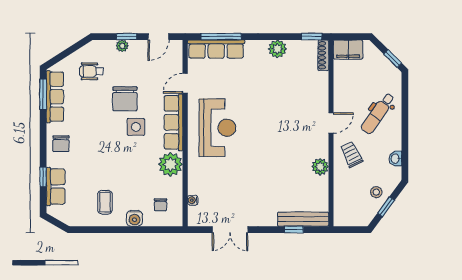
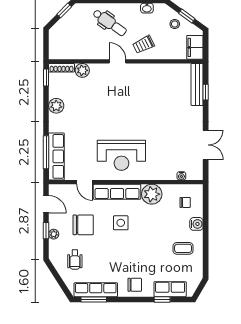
filing cabinet: (348, 50) -> (195, 47), moved, turned 180
chair: (125, 99) -> (83, 225), moved
reception desk: (217, 128) -> (121, 155), turned 180
plant: (320, 167) -> (82, 70), moved

